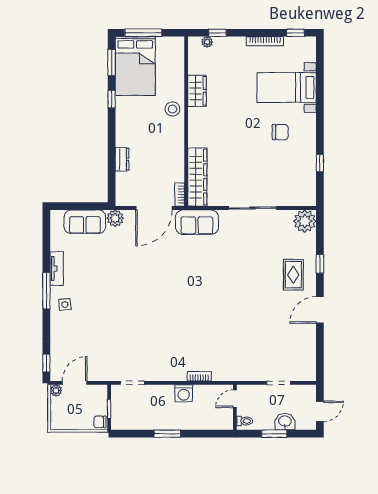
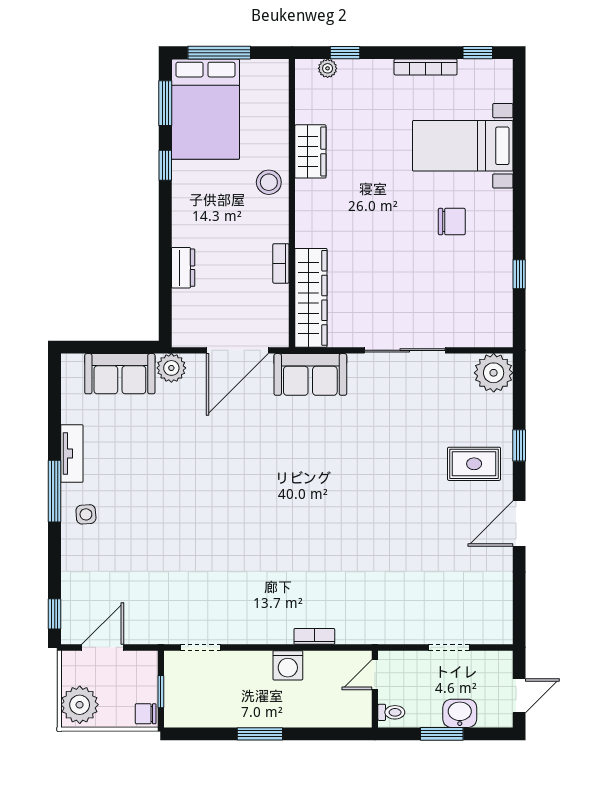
bookcase: (180, 195) -> (281, 263), moved
rug: (293, 275) -> (474, 464), turned 90
plant: (56, 390) -> (80, 705), moved, width x1.87, depth x1.87

